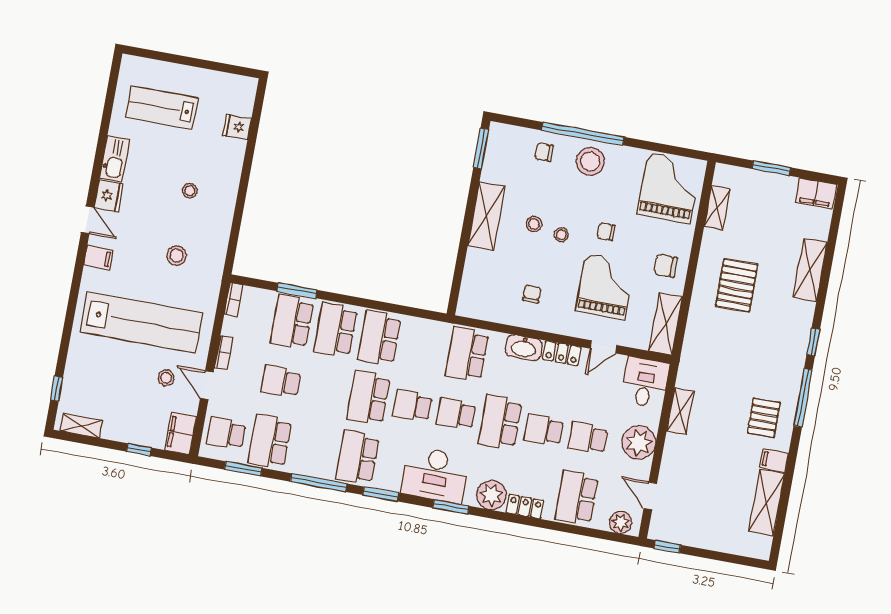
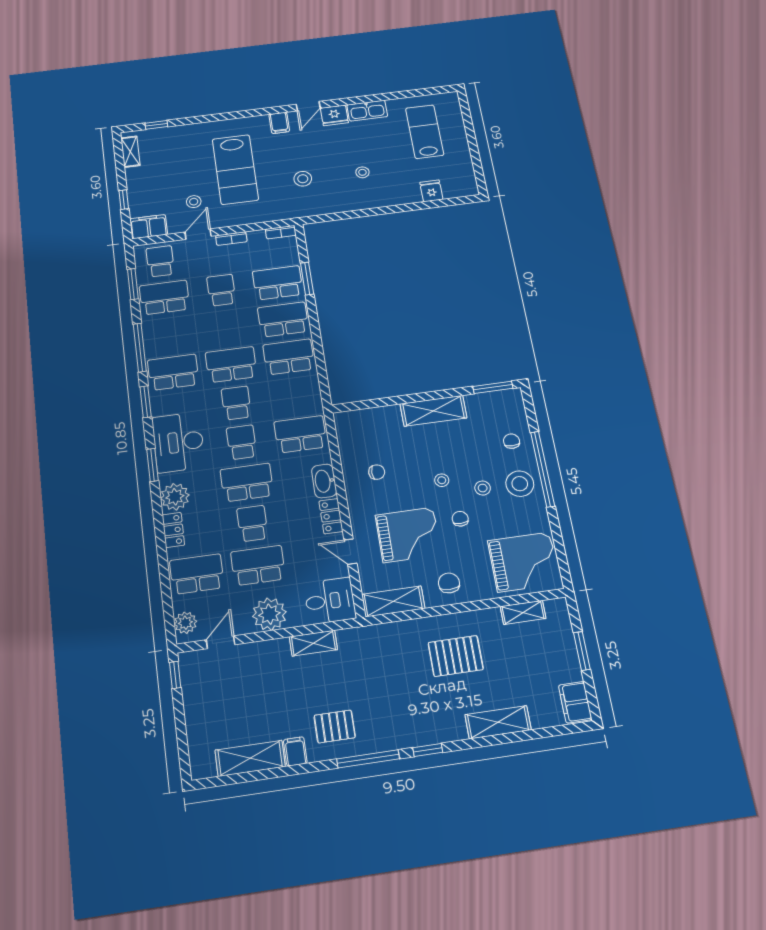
stool: (534, 224) -> (483, 488), moved
lab bench: (141, 322) -> (235, 169), width x0.73
school desk: (588, 438) -> (258, 565), width x1.85

